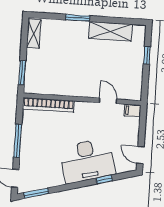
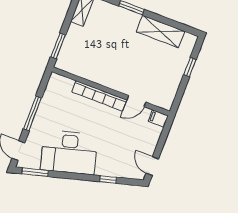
door: (108, 101) -> (136, 101), swing flipped
bookcase: (48, 105) -> (99, 96), moved
desk: (87, 161) -> (69, 152), moved

